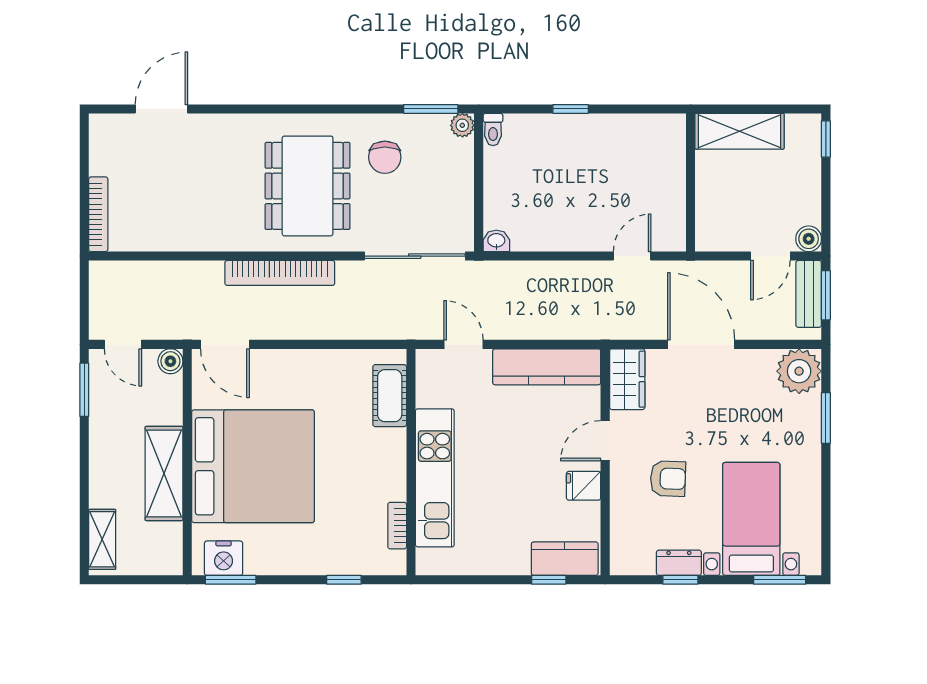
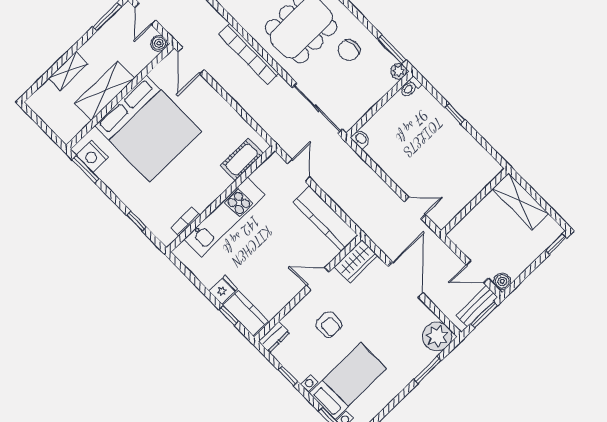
fridge: (584, 486) -> (223, 290), moved, turned 90
shelving: (102, 539) -> (68, 71), moved
dresser: (679, 563) -> (274, 337), moved, turned 90

